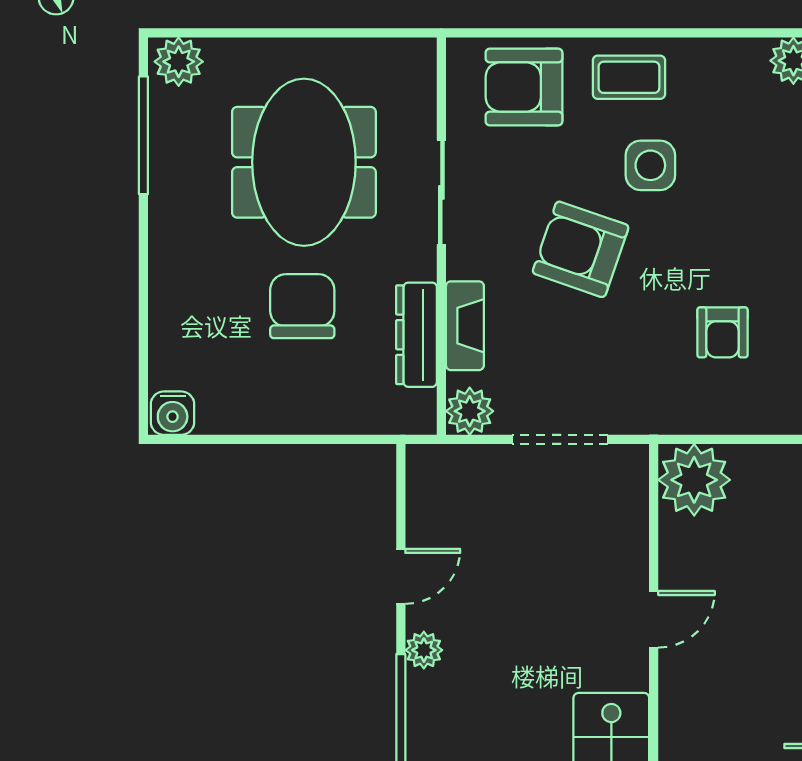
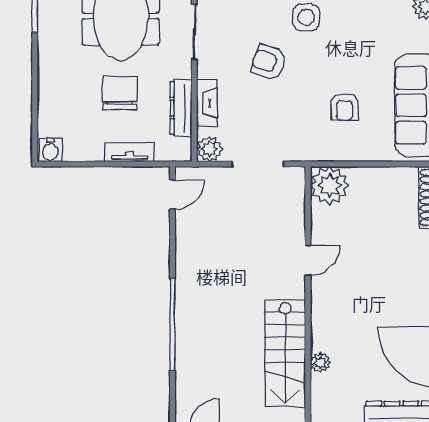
armchair: (581, 249) -> (269, 62), width x0.72, depth x0.72
tv unit: (321, 417) -> (130, 152), added
door: (401, 576) -> (173, 195), moved
plant: (424, 650) -> (185, 277), removed

